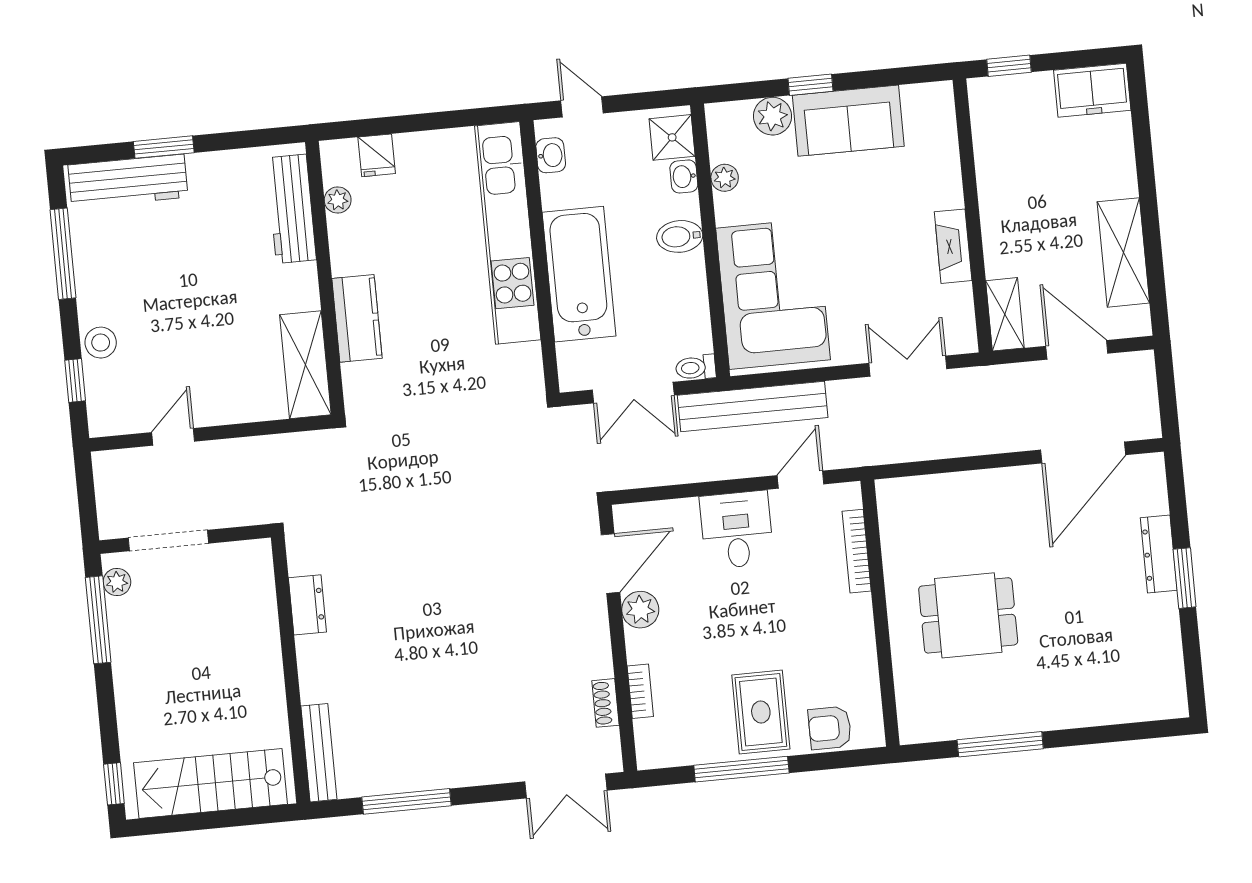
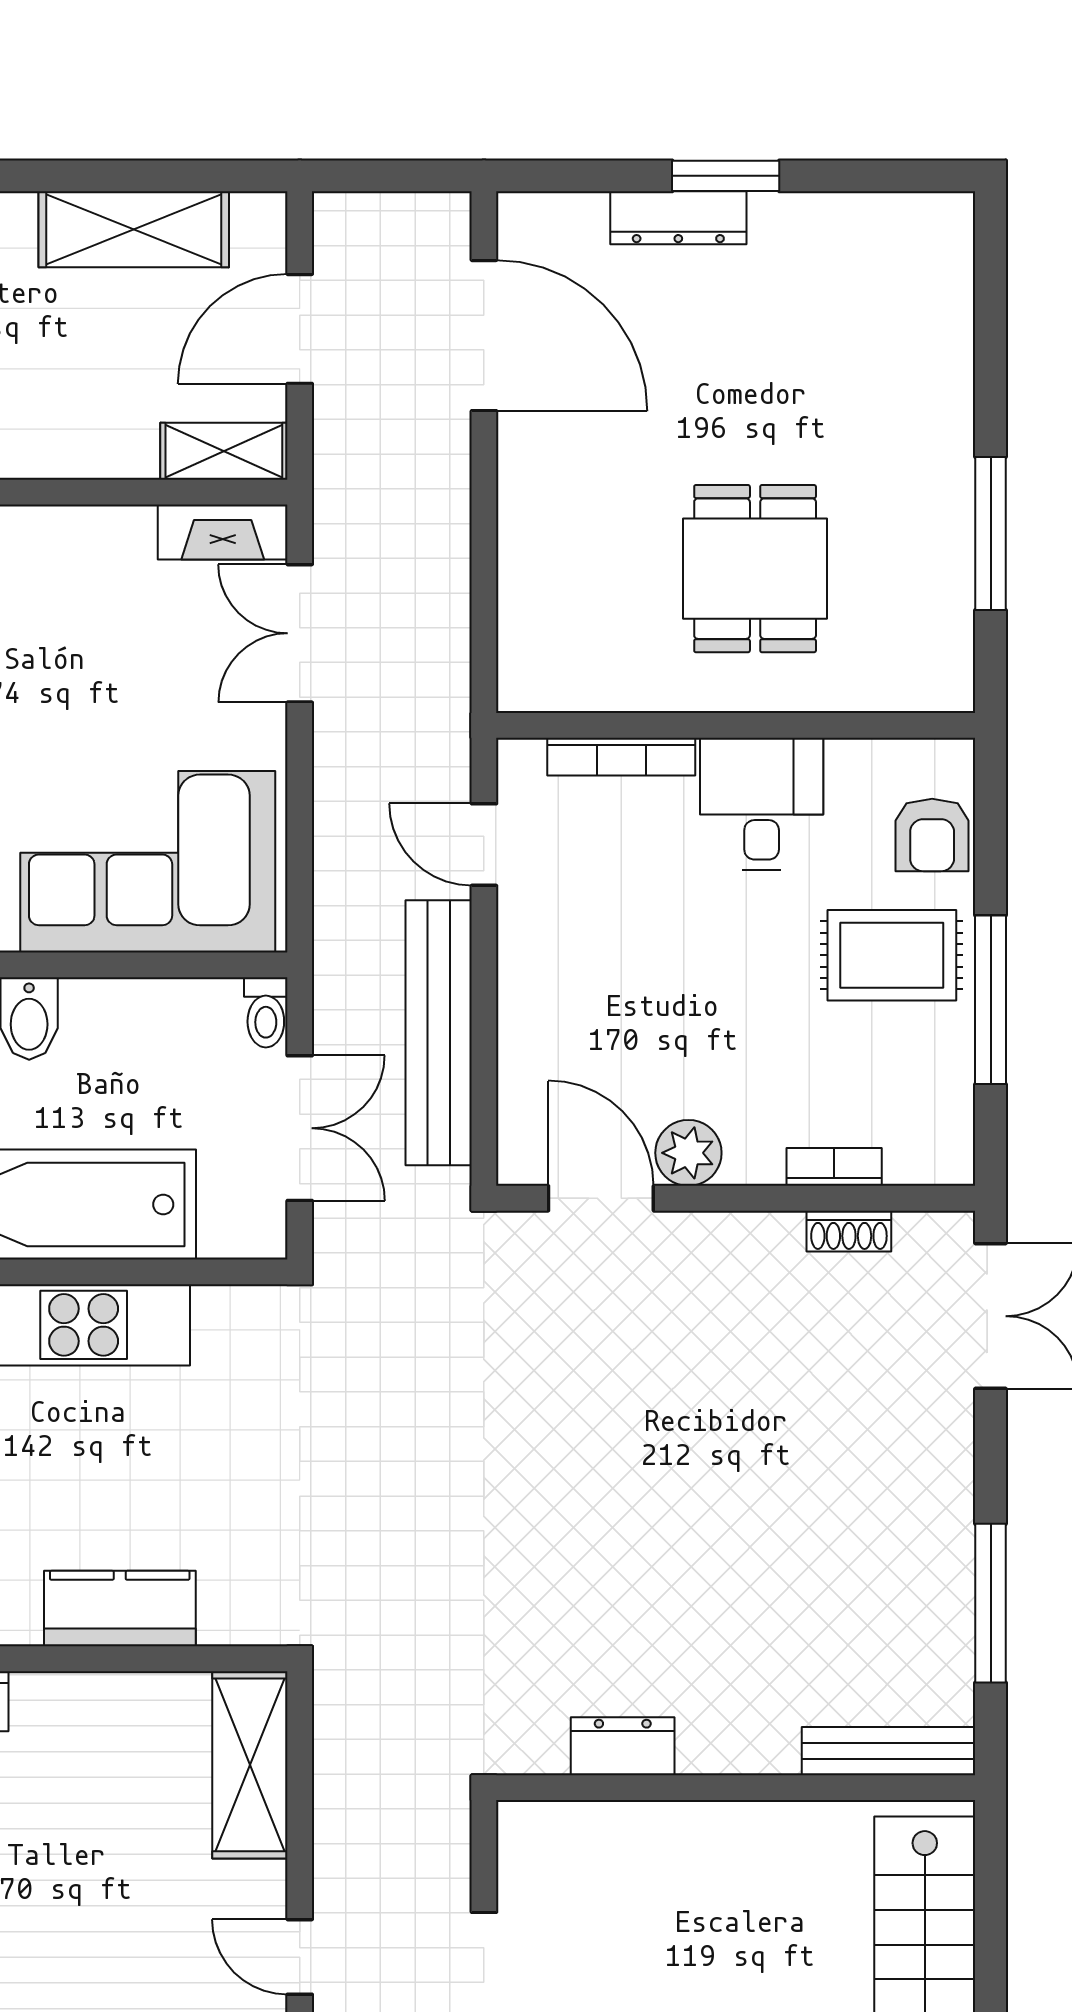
fireplace: (953, 246) -> (223, 532), moved
shelving: (305, 365) -> (250, 1765), moved, turned 90
bench: (753, 406) -> (439, 1033), moved
desk: (737, 530) -> (762, 804), moved, turned 90

